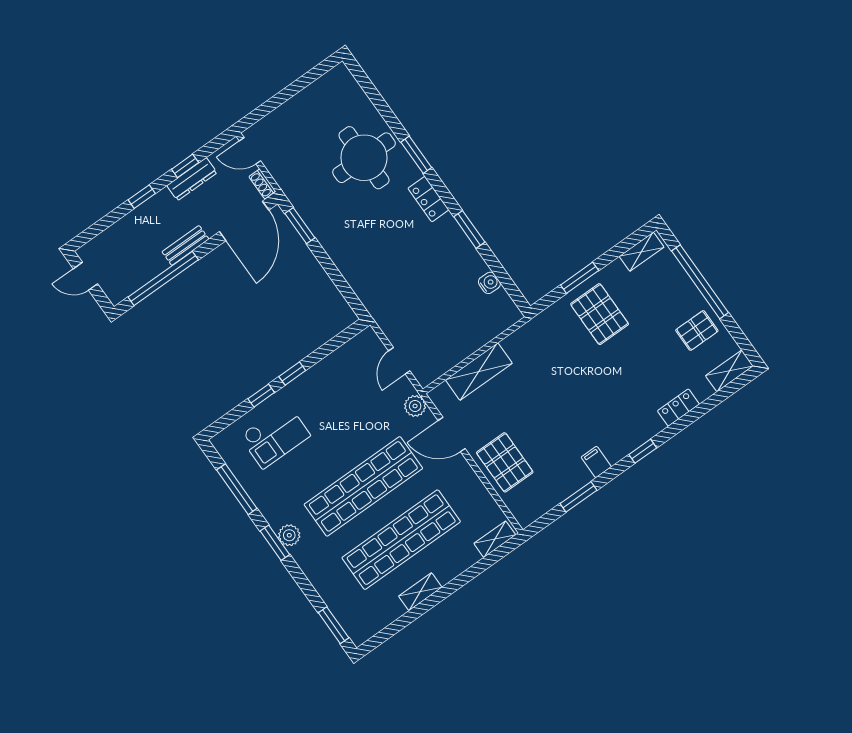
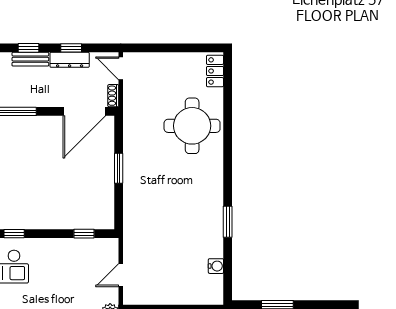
window: (416, 155) -> (228, 148), removed
locker: (428, 199) -> (215, 71), moved
window: (300, 226) -> (119, 168), moved
bench: (185, 245) -> (30, 59), moved
window: (292, 374) -> (84, 234), moved

